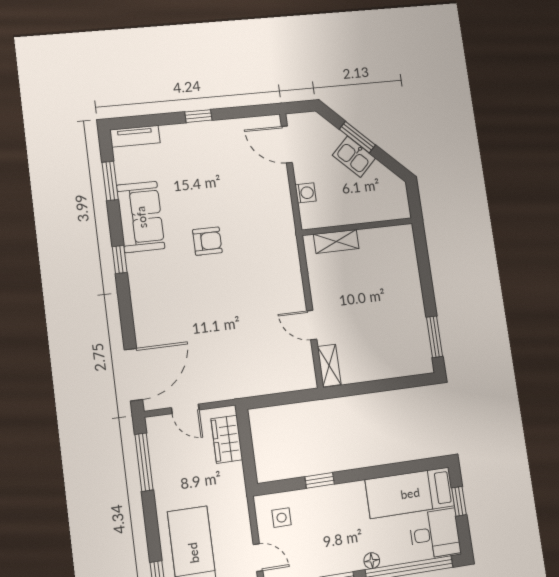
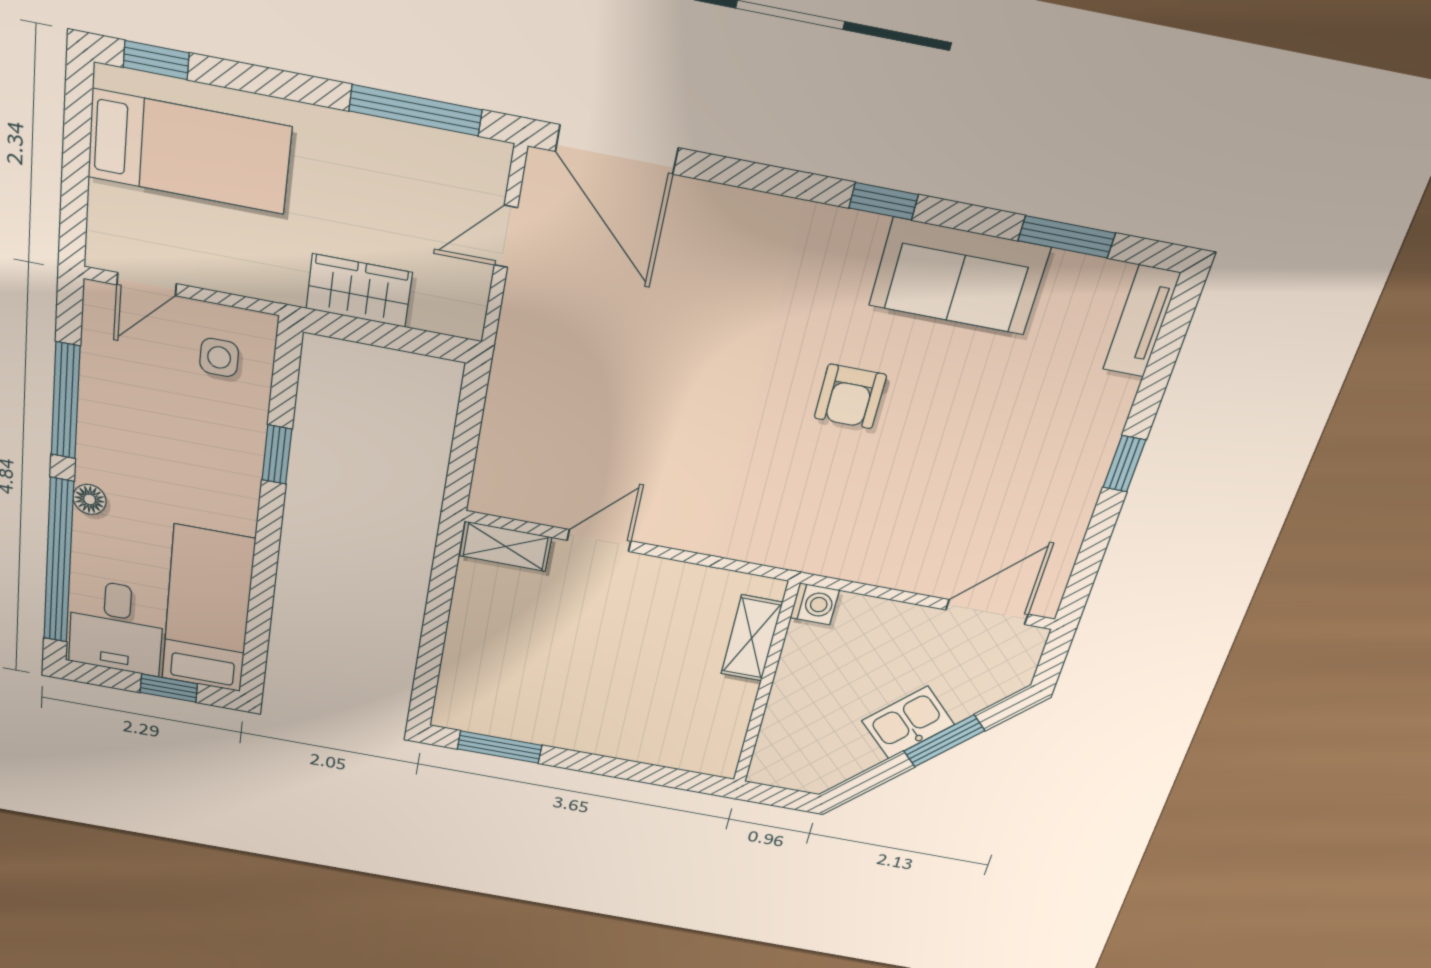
washing machine: (306, 193) -> (815, 604), moved, turned -90
wardrobe: (227, 439) -> (359, 291), moved

